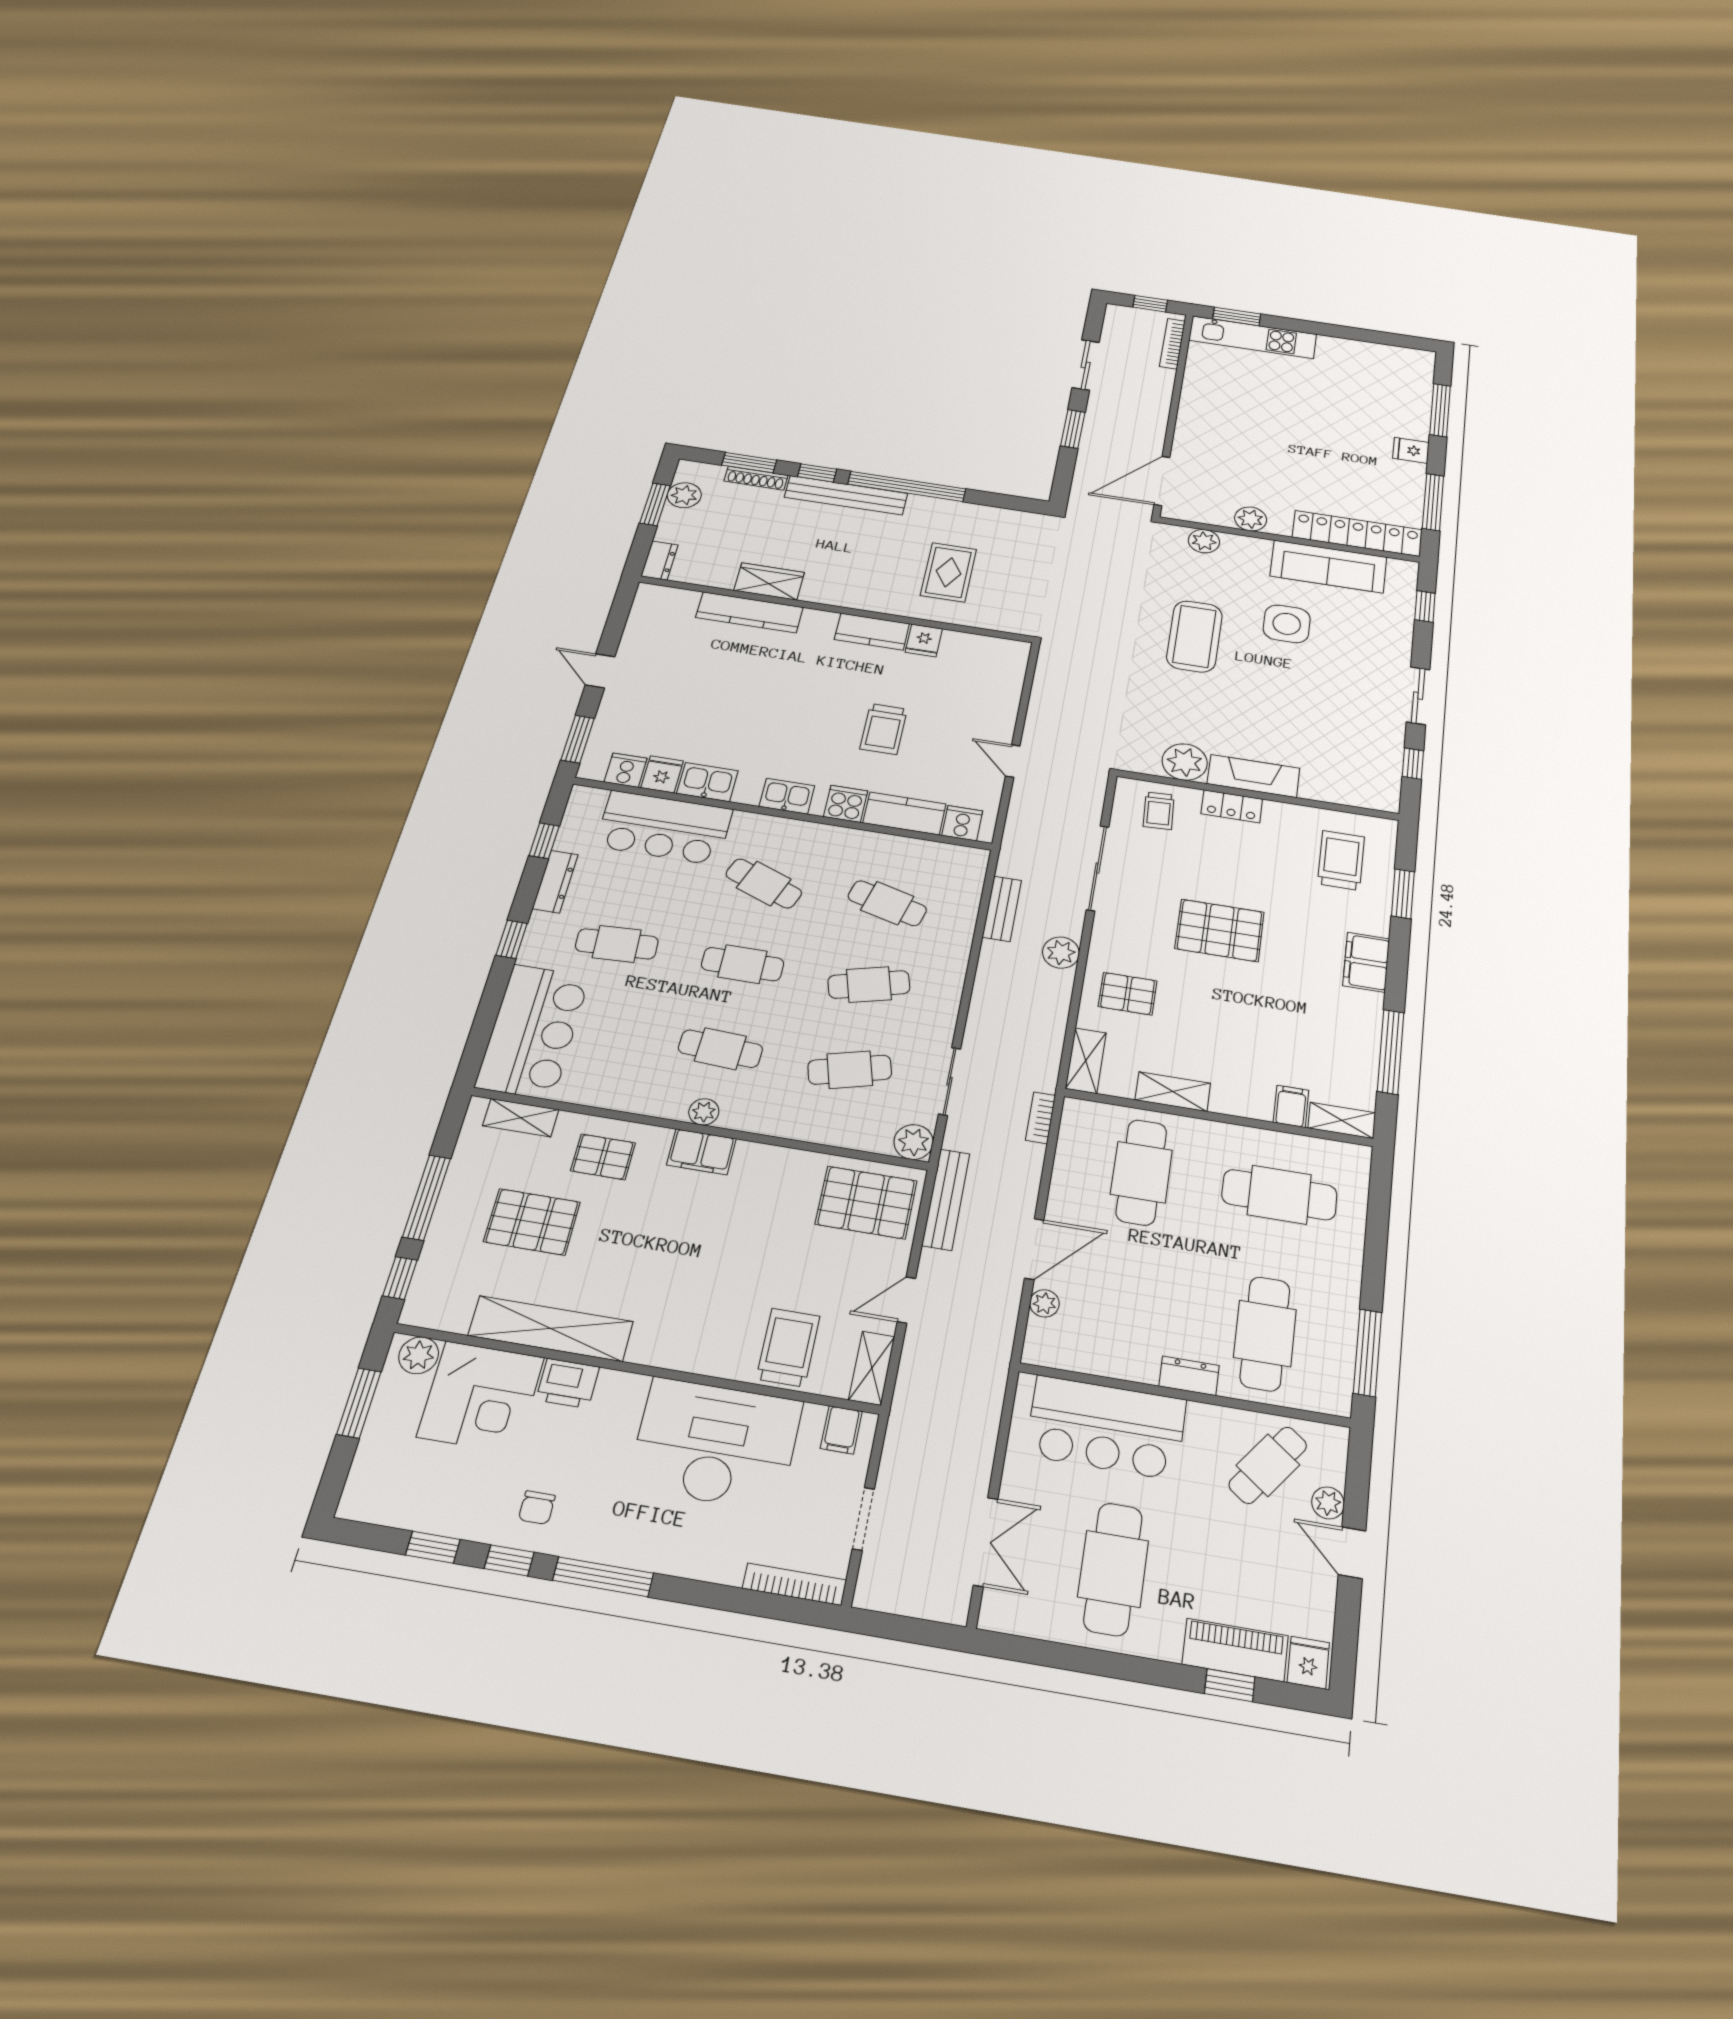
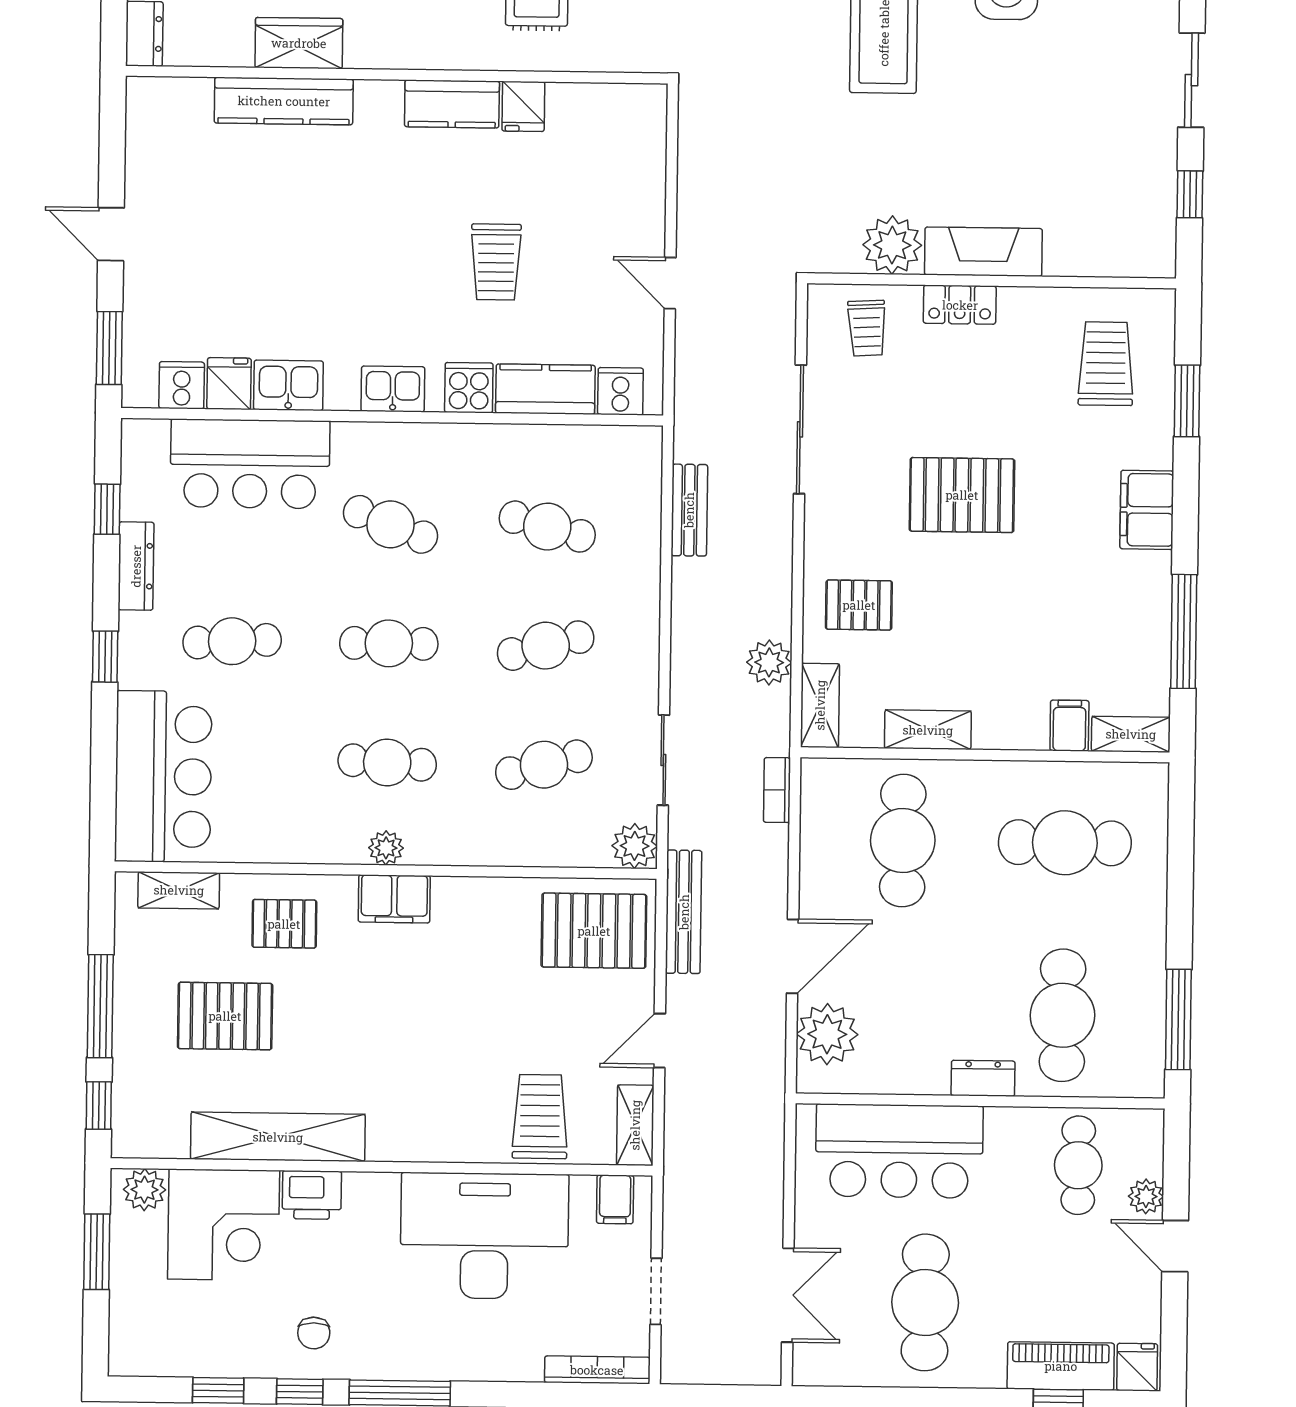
plant: (1061, 953) -> (769, 662), moved
plant: (1044, 1303) -> (827, 1034), width x1.87, depth x1.87
cafe table: (1268, 1465) -> (1078, 1165), turned -37

